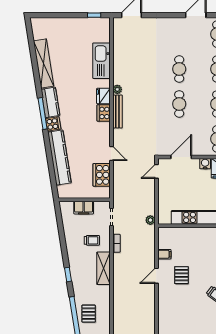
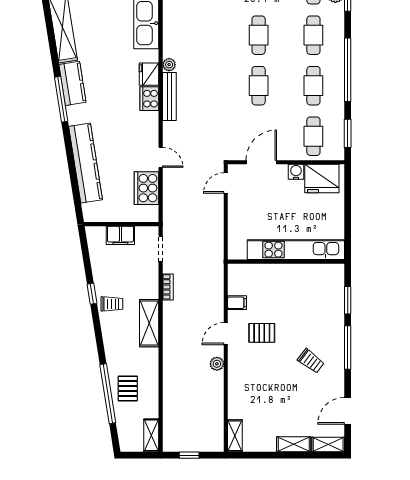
cooker: (53, 124) -> (77, 114), removed
plant: (150, 220) -> (217, 364), moved
trolley: (92, 240) -> (112, 304), moved
window: (68, 275) -> (92, 294), moved
pallet: (181, 275) -> (262, 333), turned 90

